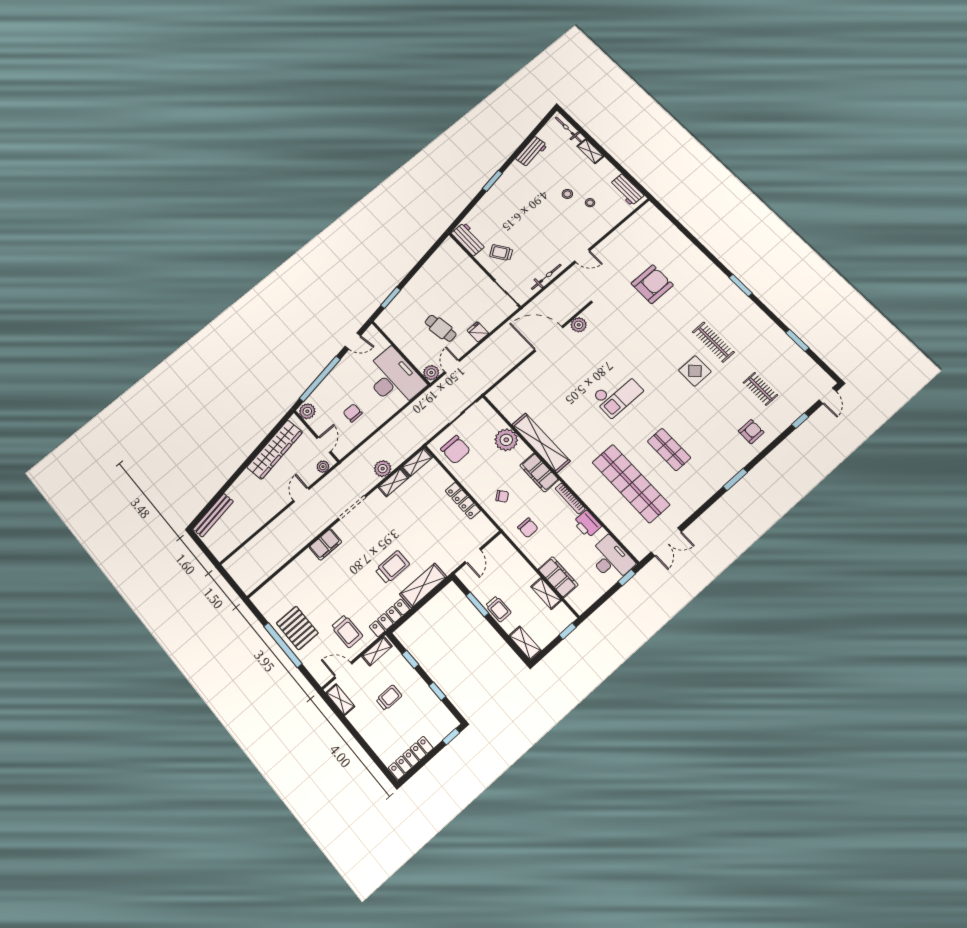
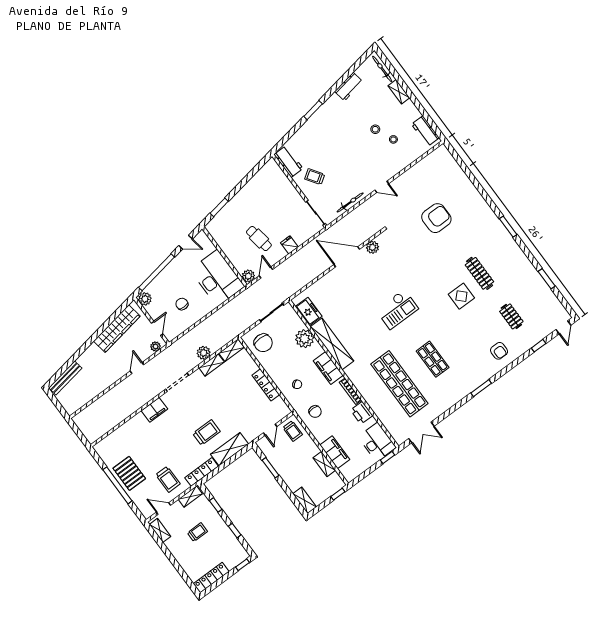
freezer: (508, 407) -> (309, 311), added
armchair: (751, 432) -> (499, 351), turned 90
trolley: (498, 609) -> (293, 431), moved

